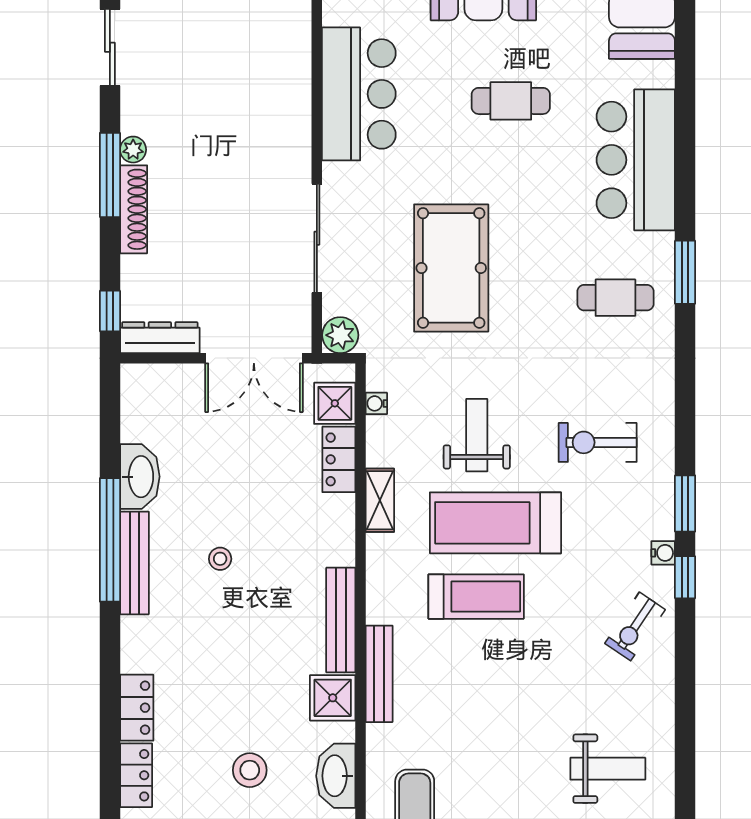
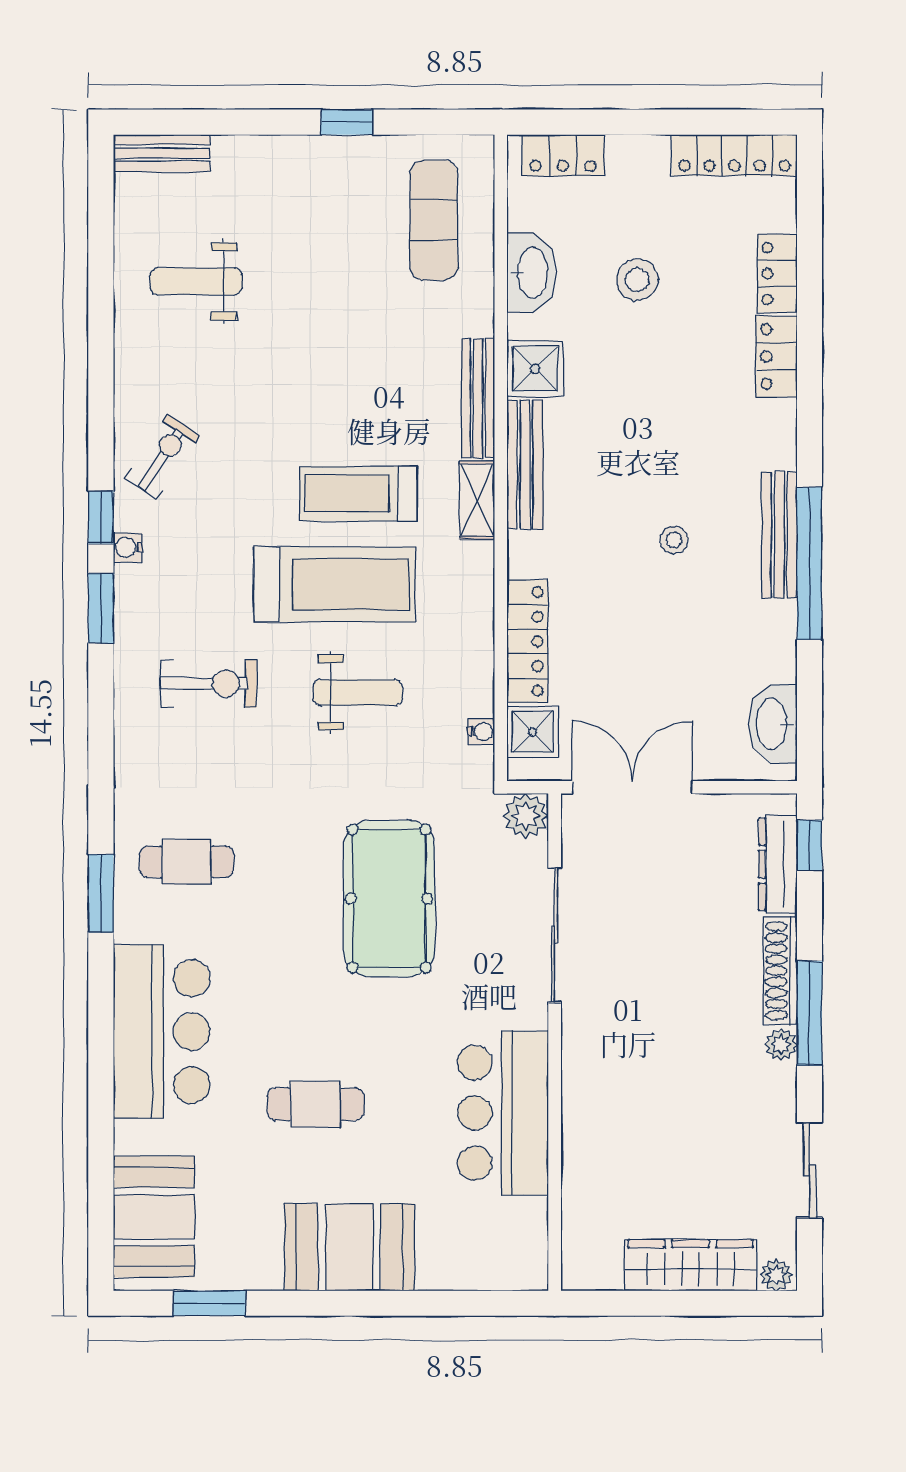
dresser: (160, 338) -> (778, 864), moved, turned 90
weight bench: (477, 435) -> (358, 692), turned -90
locker: (339, 459) -> (527, 641), width x1.53
washbasin: (140, 477) -> (773, 724), moved
shelving: (380, 500) -> (477, 500), moved

